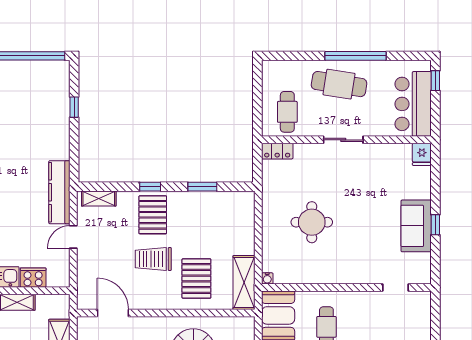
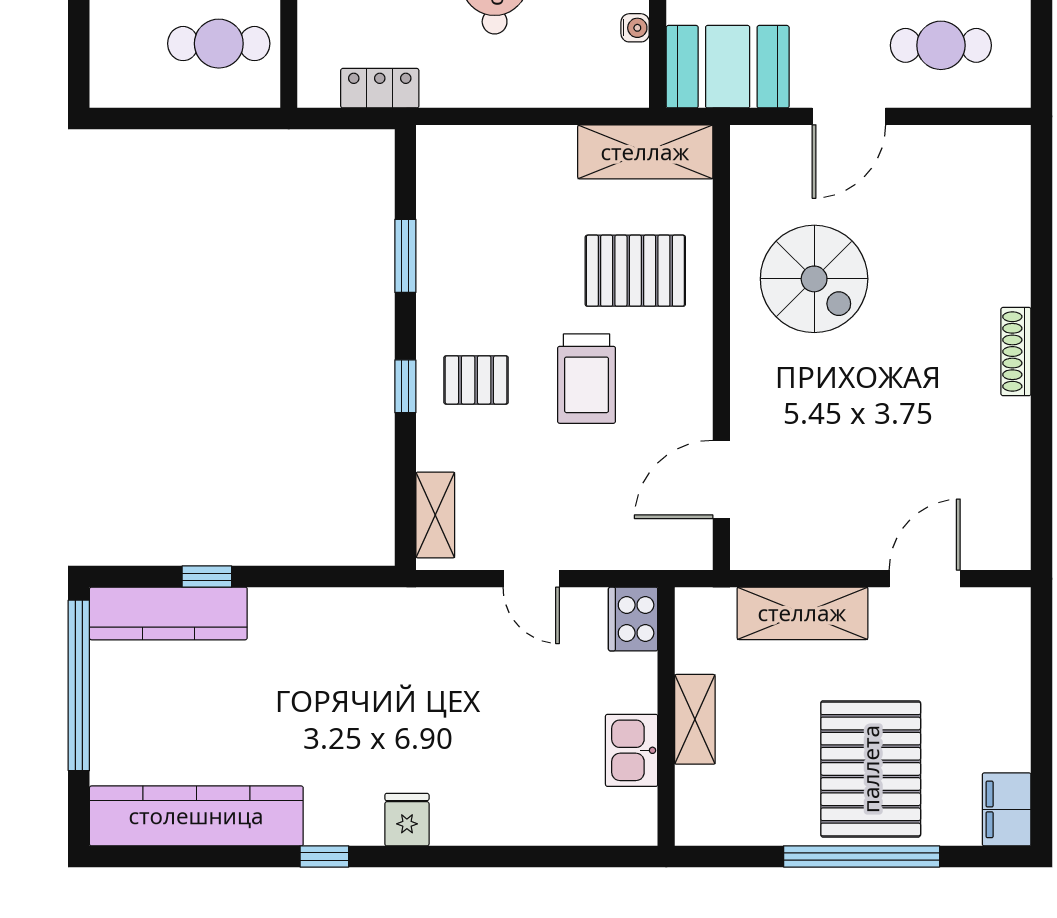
locker: (277, 151) -> (380, 88), moved, turned -90
kitchen counter: (59, 192) -> (168, 613), moved
pallet: (153, 215) -> (476, 380), width x0.67, depth x0.71
cooker: (33, 278) -> (633, 619), moved
water cooler: (267, 278) -> (635, 28), moved

